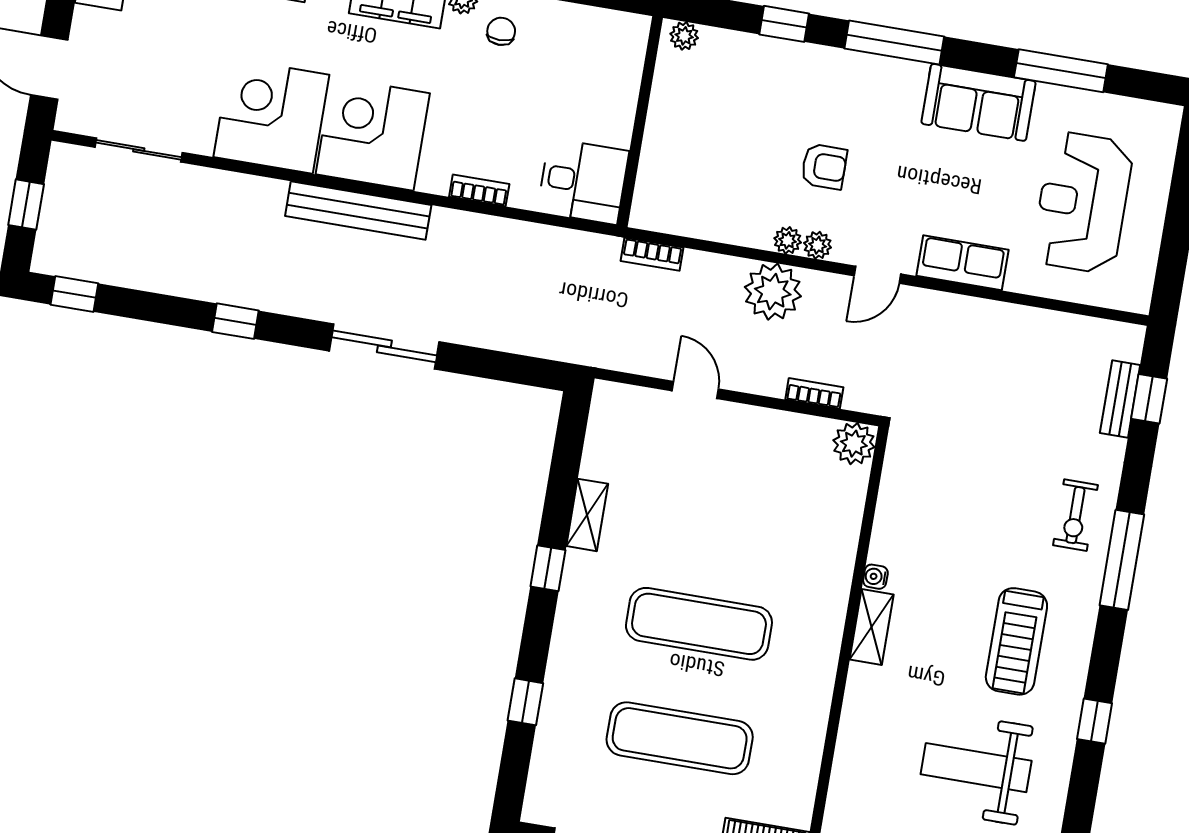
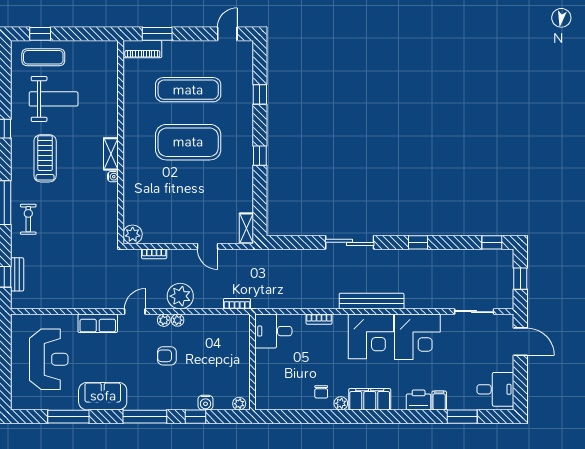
water cooler: (757, 51) -> (206, 403), added
shelving: (587, 515) -> (246, 228), moved
exercise mat: (699, 624) -> (188, 142), width x1.47

